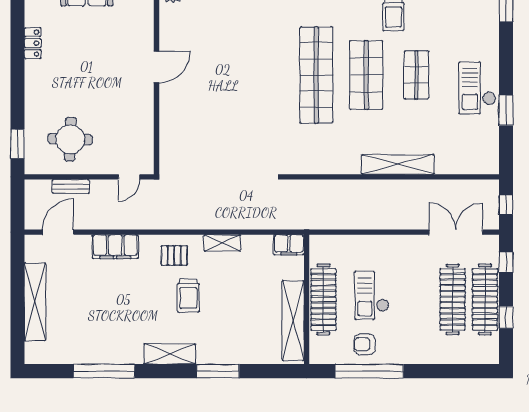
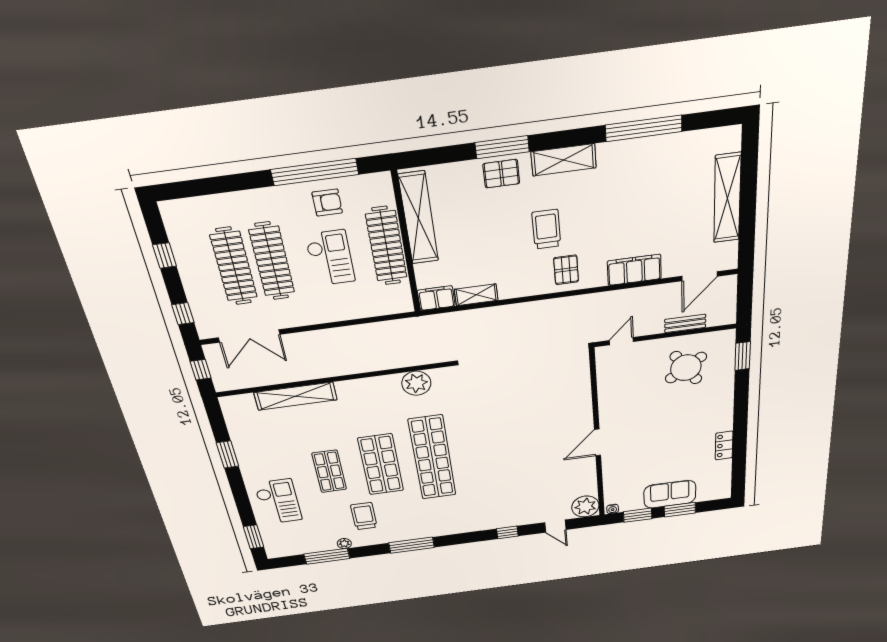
checkout: (477, 88) -> (278, 502), moved
round table: (70, 139) -> (686, 368), turned -36
plant: (319, 161) -> (416, 383), added
shelving: (398, 164) -> (295, 396), moved
shelving: (222, 243) -> (476, 295), moved
pallet: (174, 255) -> (566, 270), turned 90
clothes rail: (485, 299) -> (272, 261), moved
pallet: (221, 349) -> (501, 174), added

